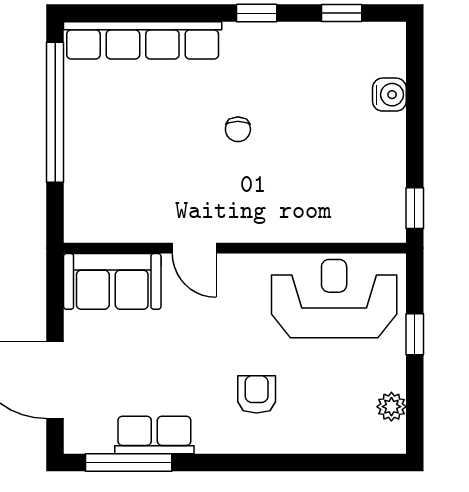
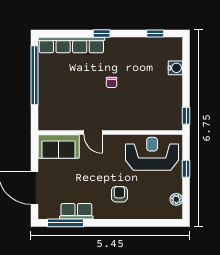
window: (257, 13) -> (102, 33), moved

